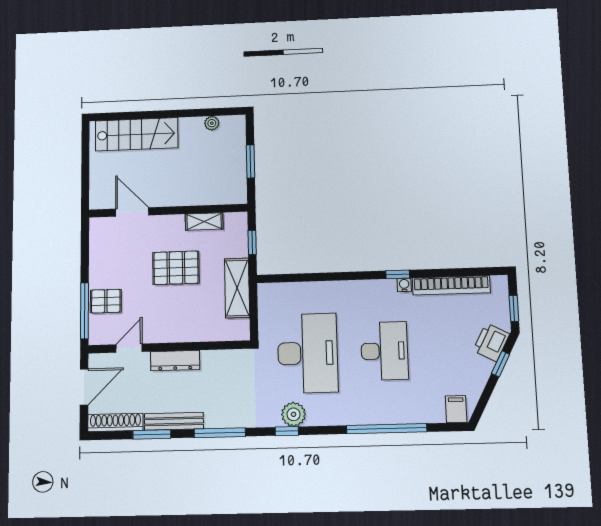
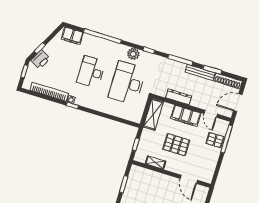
shelving: (237, 288) -> (153, 114), moved
filing cabinet: (175, 328) -> (186, 116), added
door: (129, 348) -> (211, 114), hinge flipped
dresser: (175, 360) -> (178, 97), moved
filing cabinet: (456, 409) -> (72, 36), width x2.00
plant: (294, 414) -> (133, 54), moved

